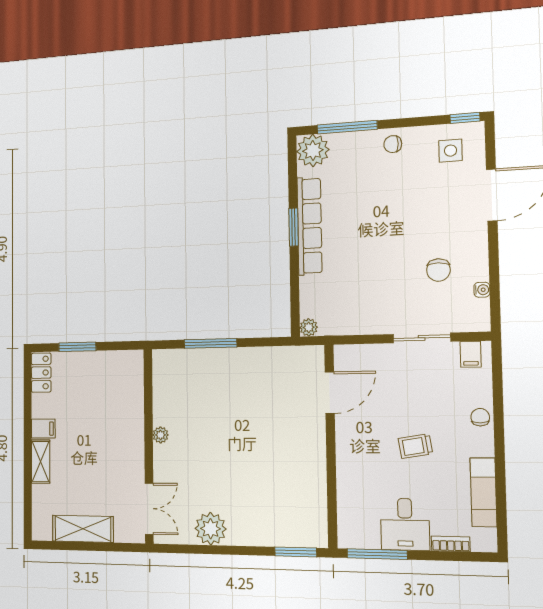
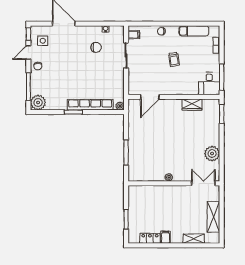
door: (423, 121) -> (28, 53), added
row of seats: (309, 226) -> (90, 105), moved
locker: (41, 373) -> (150, 238), moved
door: (330, 393) -> (150, 97), swing flipped
shelving: (41, 461) -> (194, 239), moved
wardrobe: (315, 486) -> (192, 105), added
desk: (405, 524) -> (209, 84), moved, turned 90

